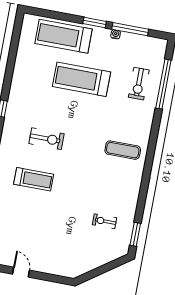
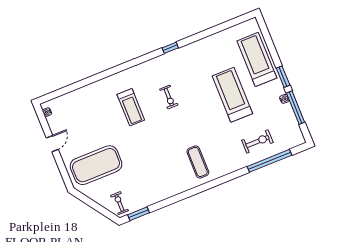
exercise bike: (139, 84) -> (257, 141), turned 180
exercise bike: (47, 139) -> (169, 97), width x0.73, depth x0.72
exercise bike: (105, 221) -> (119, 203), moved
exercise mat: (66, 245) -> (96, 165), added

